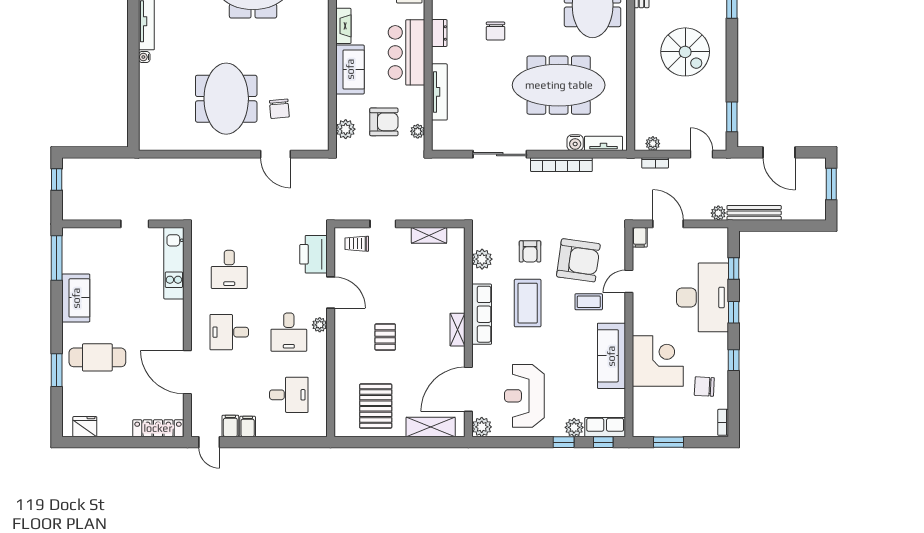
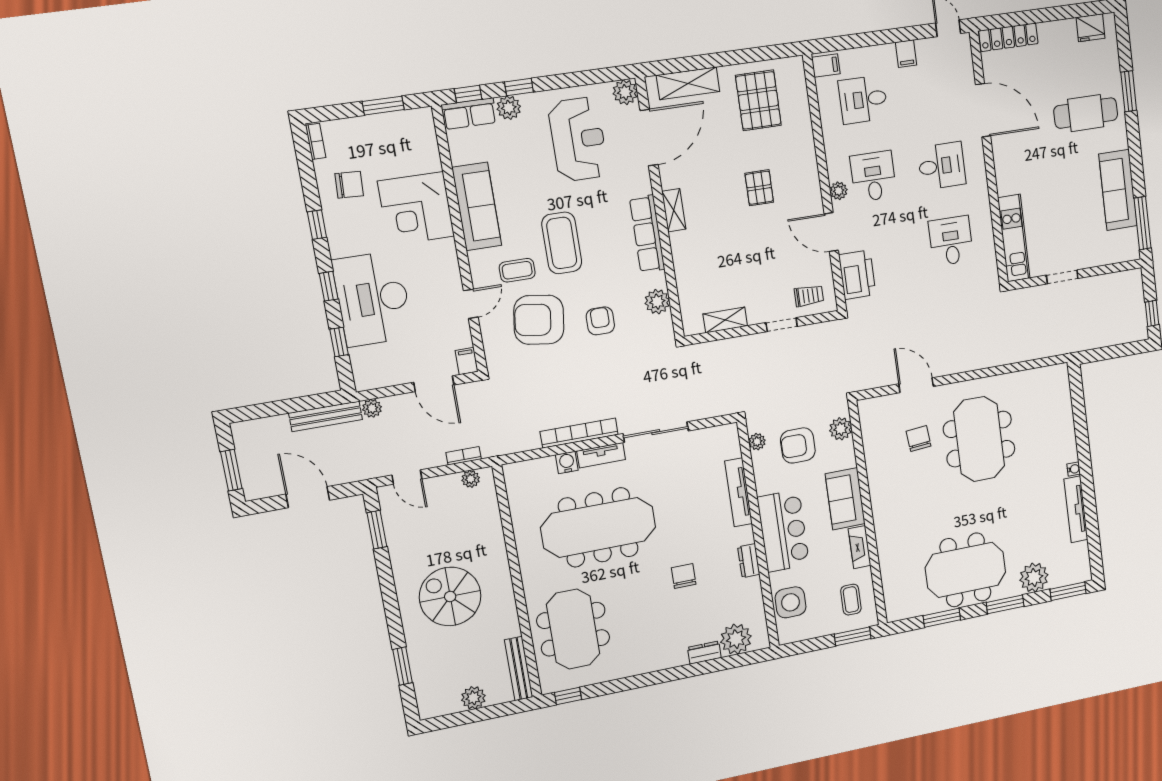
tv unit: (603, 143) -> (601, 455), moved
sofa: (76, 298) -> (1118, 190), width x1.36
coffee table: (528, 303) -> (562, 243), moved
filing cabinet: (230, 426) -> (826, 66), moved, turned -90

